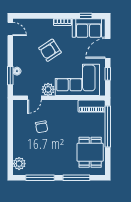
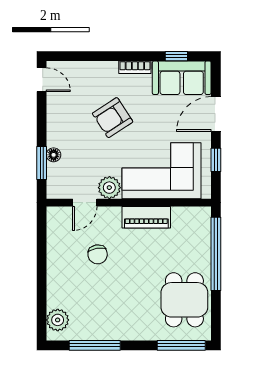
piano: (92, 106) -> (146, 217), moved
window: (76, 178) -> (181, 345), moved

